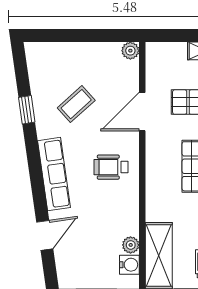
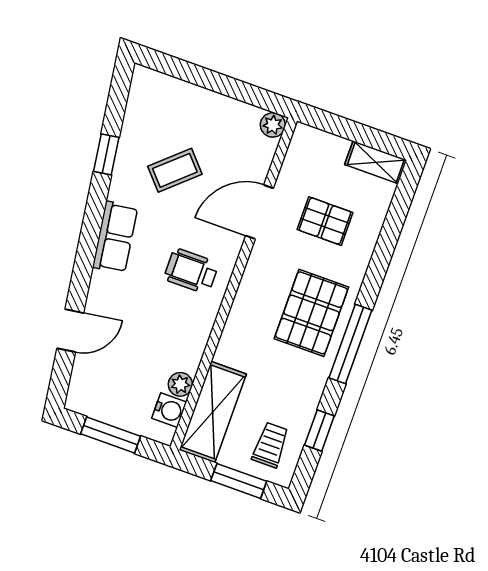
row of seats: (54, 174) -> (115, 237), width x0.68

